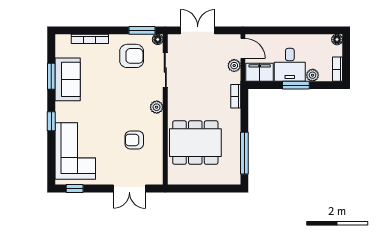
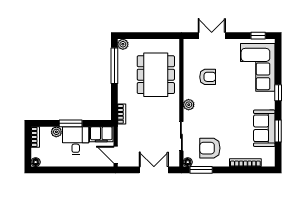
double door: (198, 30) -> (154, 170), swing flipped
plant: (234, 66) -> (123, 44), moved
dining table: (195, 143) -> (156, 75), turned 90

